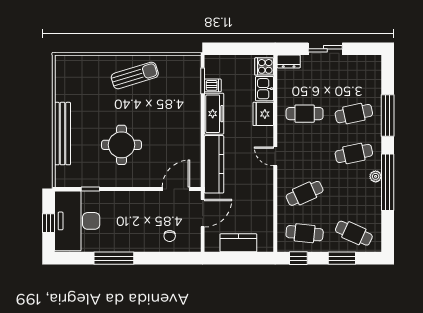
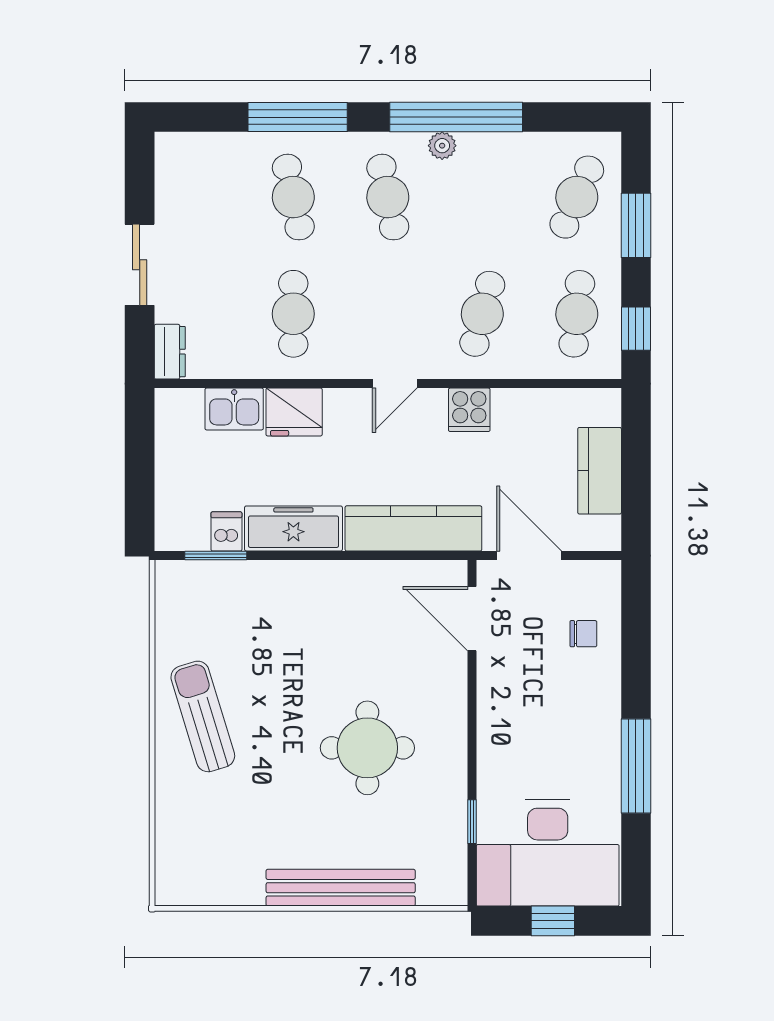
cooker: (264, 66) -> (469, 410), moved
cafe table: (305, 193) -> (482, 314), turned 39

